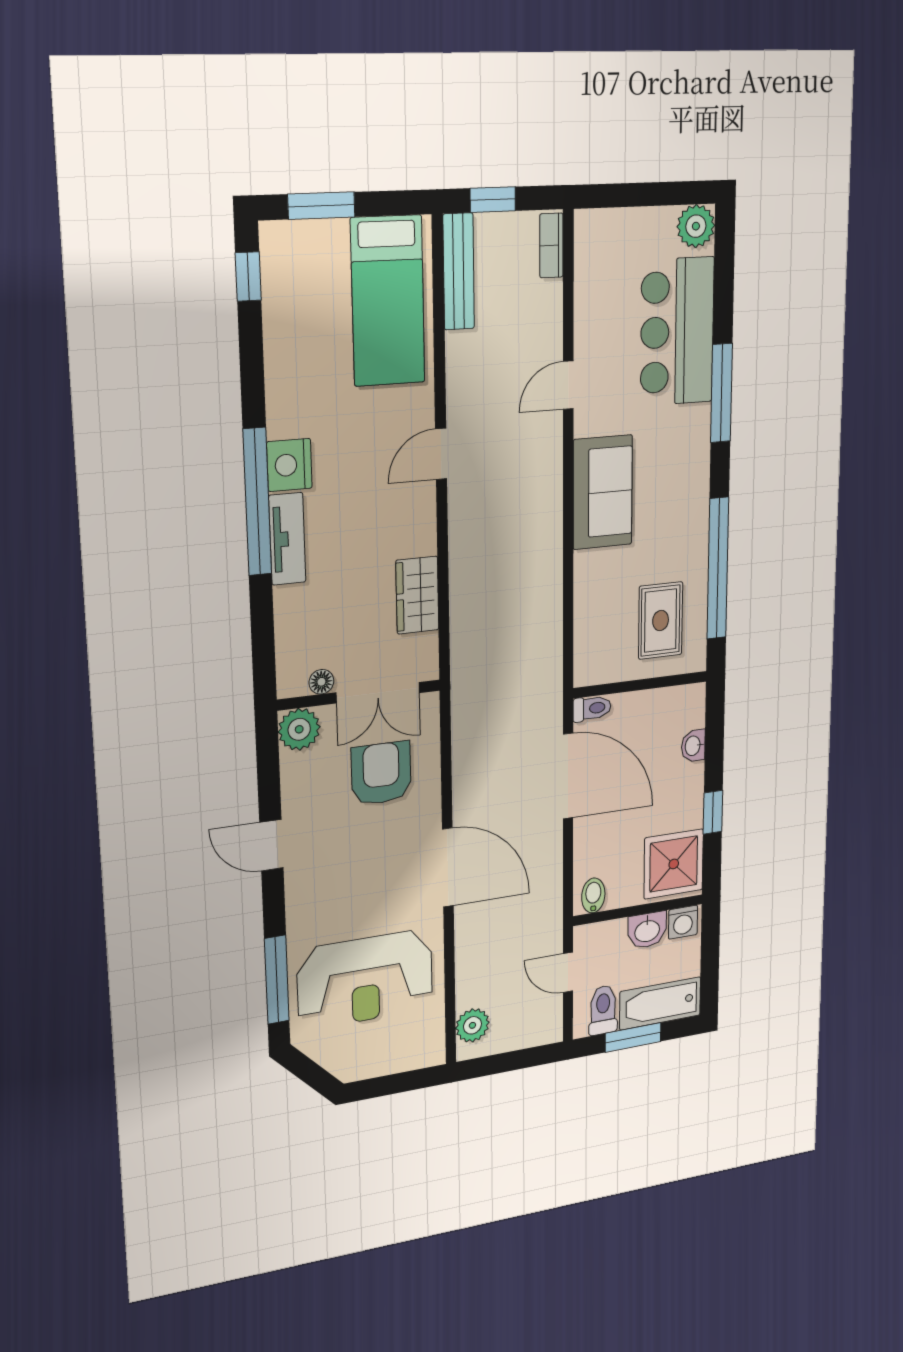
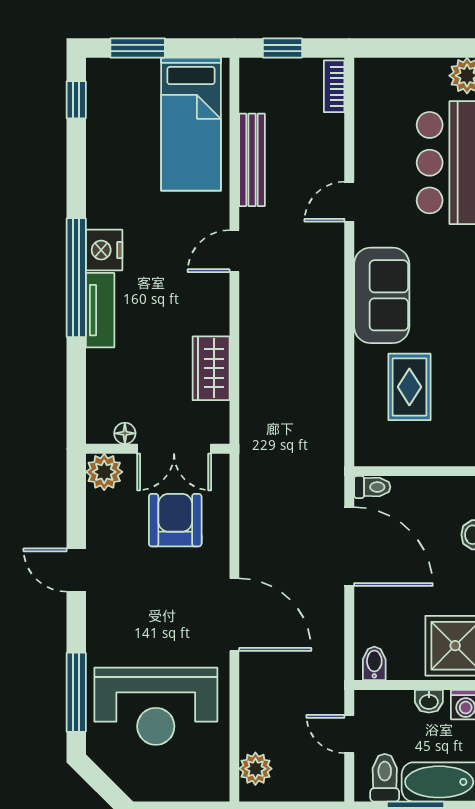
bench: (459, 272) -> (252, 160), moved
rug: (661, 621) -> (409, 387), moved
washbasin: (647, 930) -> (429, 701), width x0.72, depth x0.69

